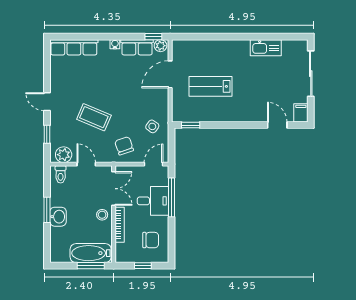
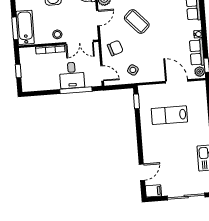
lab bench: (211, 86) -> (169, 115), turned -90
coffee table: (94, 117) -> (137, 21), turned -66
chair: (151, 240) -> (40, 76), removed

